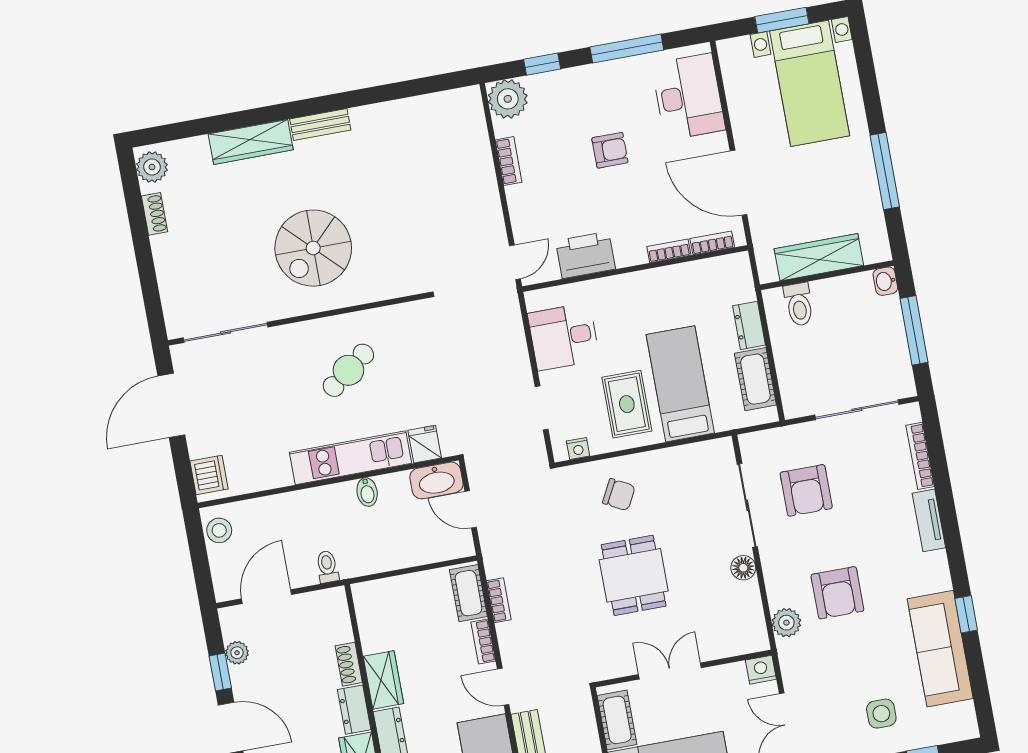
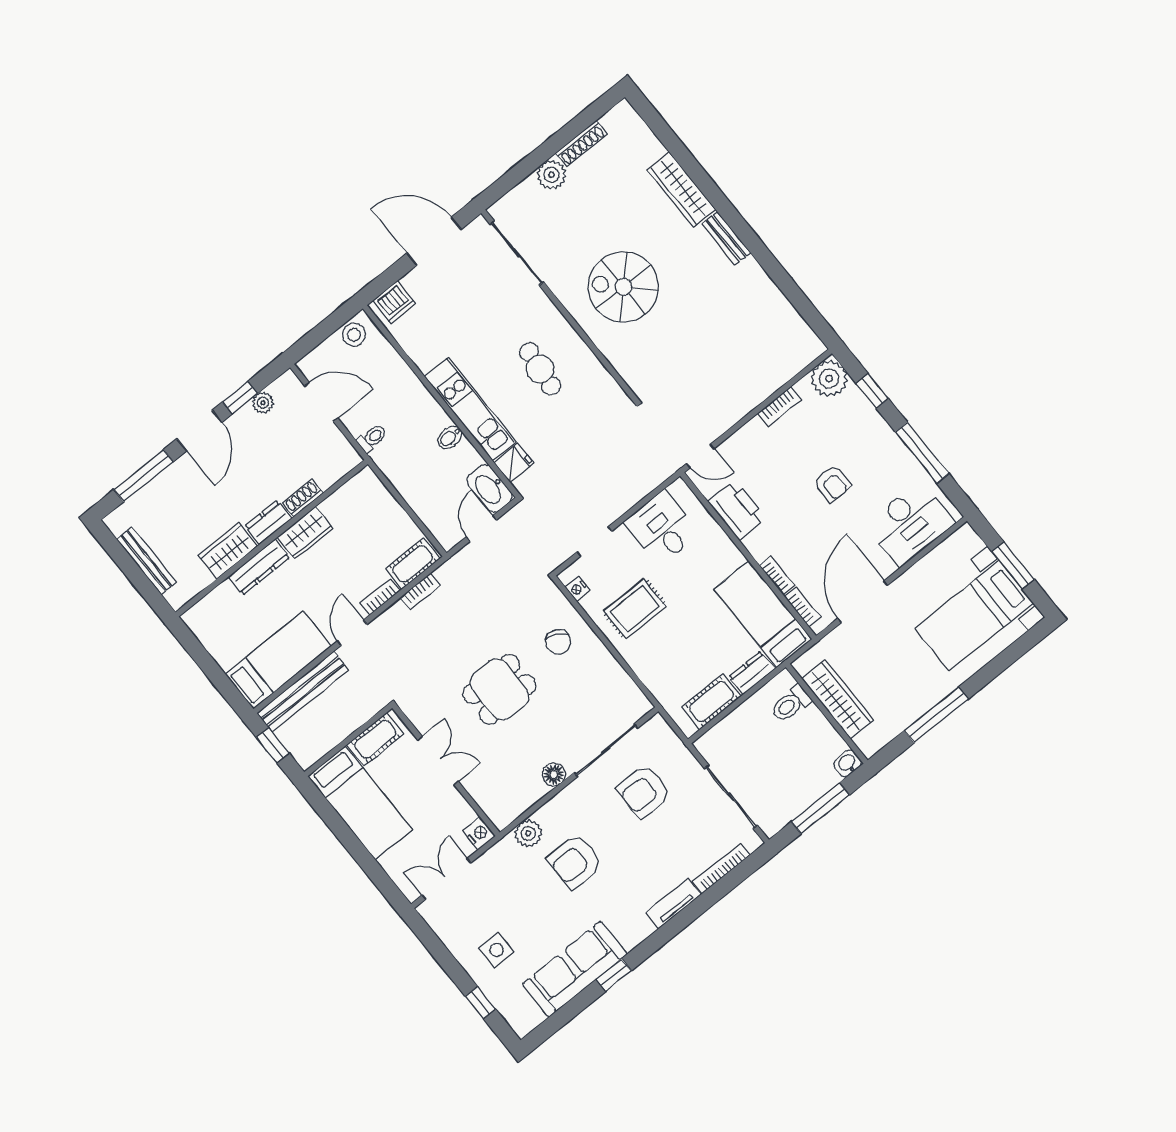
plant: (152, 167) -> (551, 175), moved
shoe rack: (155, 214) -> (581, 144), width x1.43
cafe table: (348, 370) -> (540, 369), turned 43
bed: (680, 384) -> (763, 614), moved, turned -90

